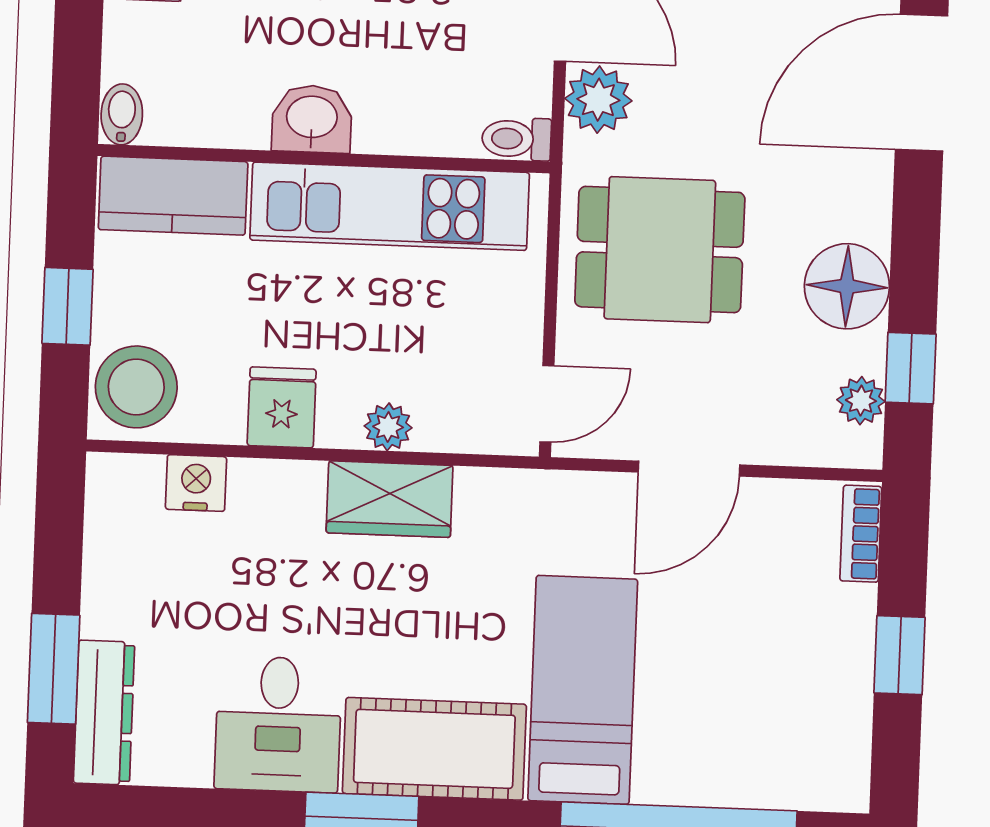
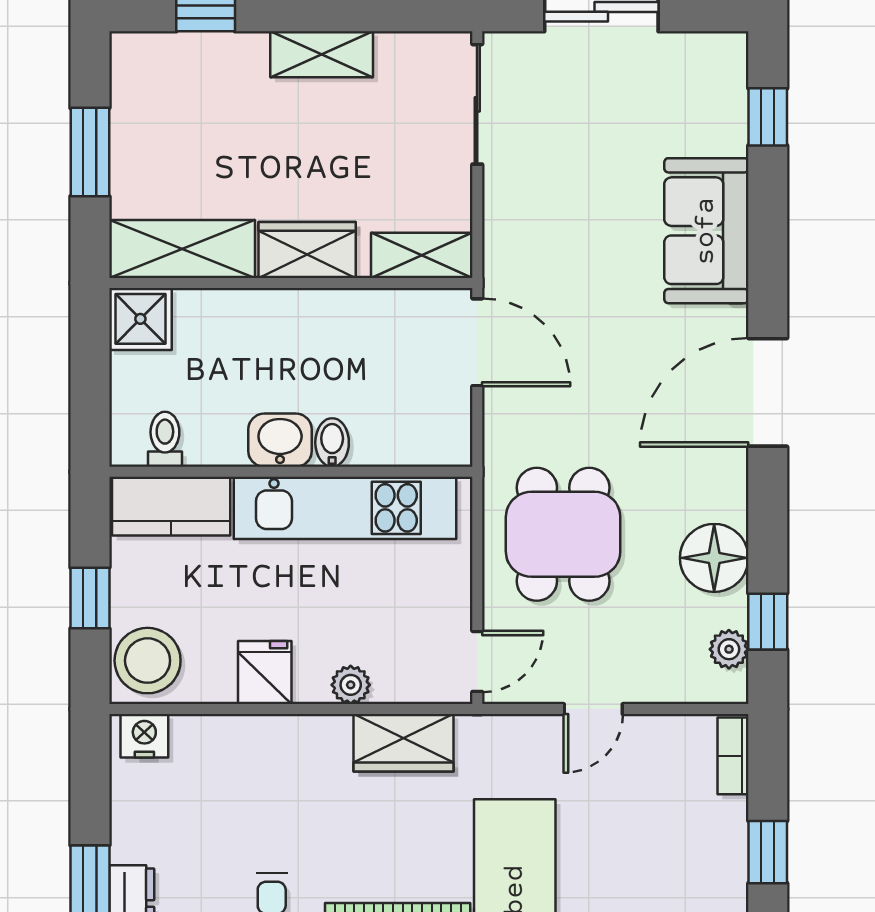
plant: (598, 100) -> (509, 416), removed
bidet: (122, 114) -> (332, 442), moved
toilet: (517, 139) -> (165, 439), moved, turned 90
dining table: (660, 250) -> (563, 534), turned 90
door: (689, 469) -> (593, 709), width x0.73
nightstand: (196, 483) -> (144, 736), moved
wardrobe: (390, 499) -> (403, 743), moved

